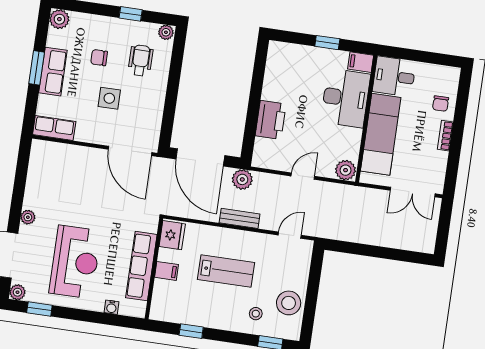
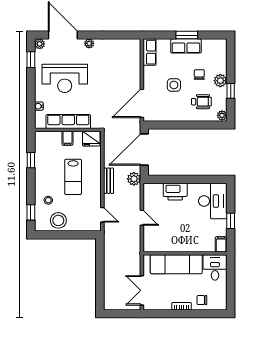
plant: (59, 19) -> (220, 81), moved
desk: (345, 98) -> (213, 201), moved, turned -90
plant: (346, 170) -> (150, 245), removed

